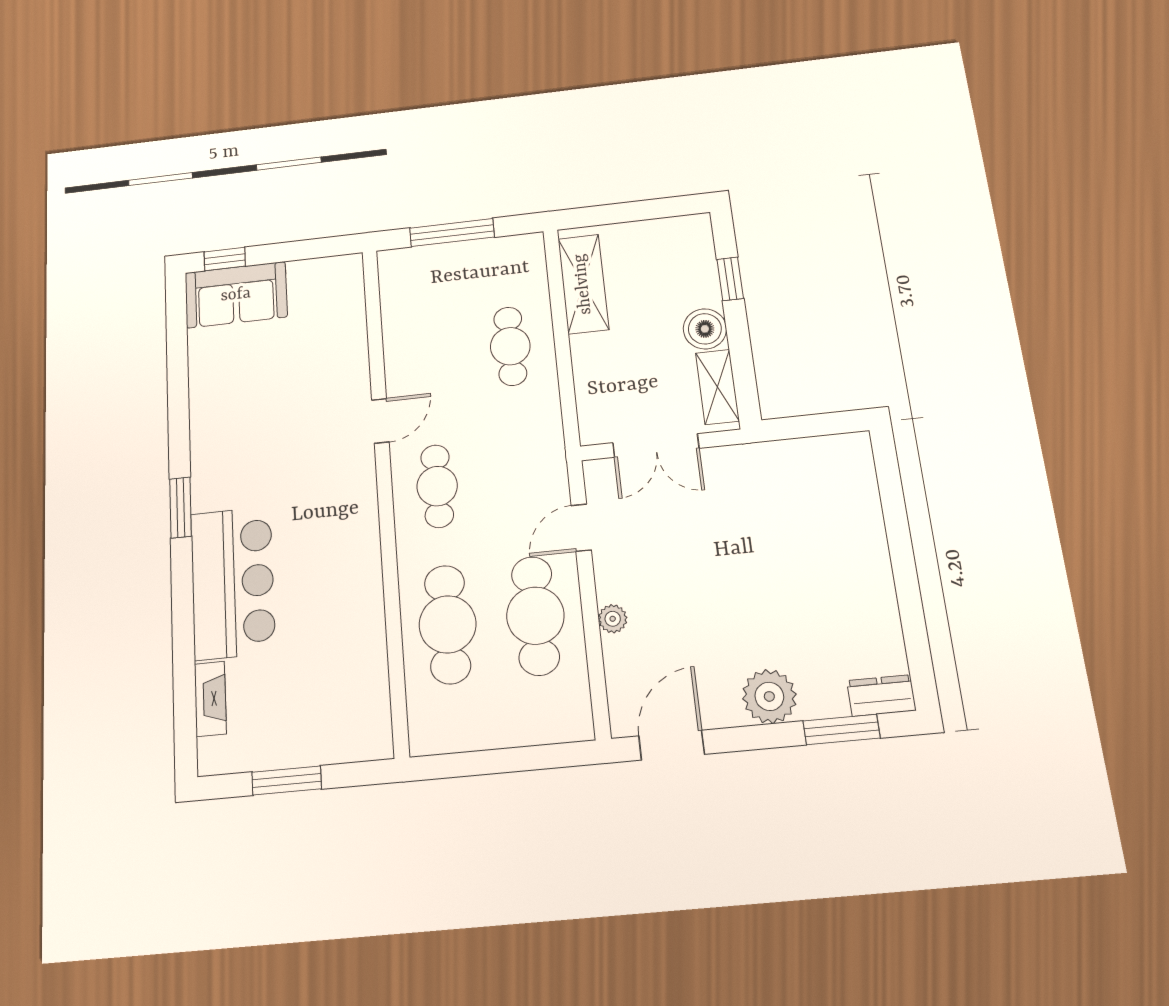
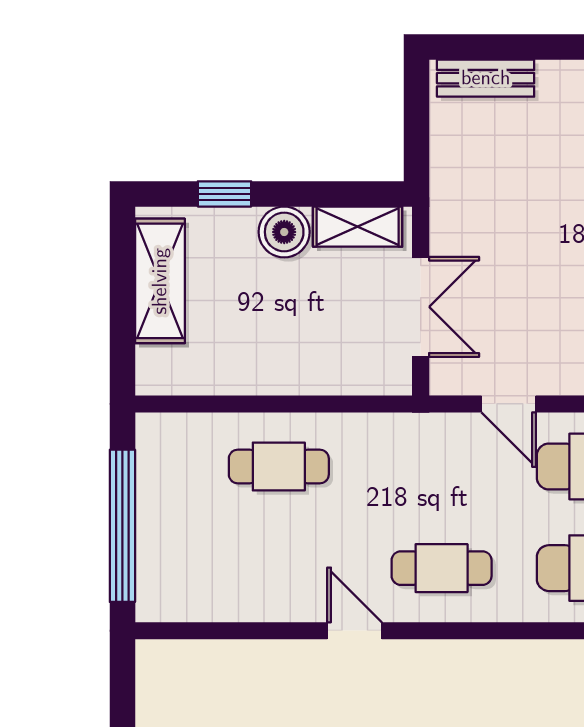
window: (452, 233) -> (122, 526), width x1.46
shelving: (583, 284) -> (160, 281), moved, turned 90
bench: (861, 479) -> (486, 78), added

